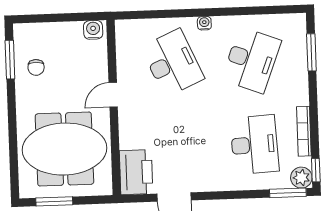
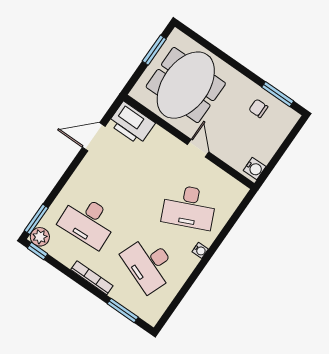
bookcase: (304, 131) -> (92, 278), moved

